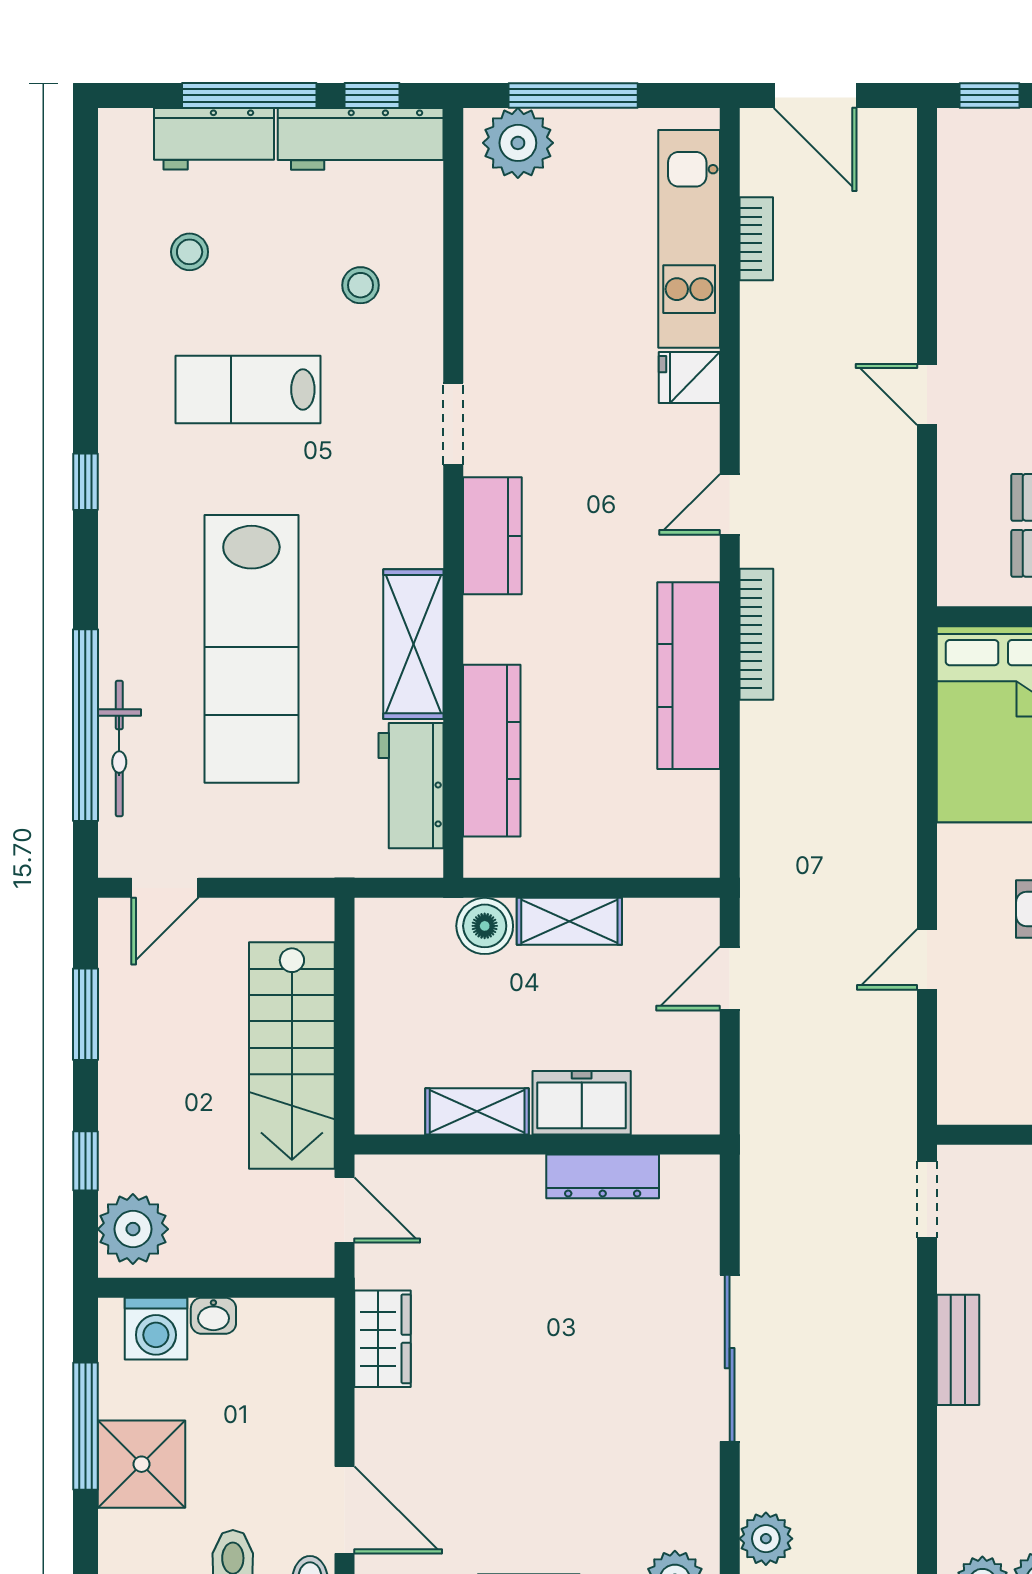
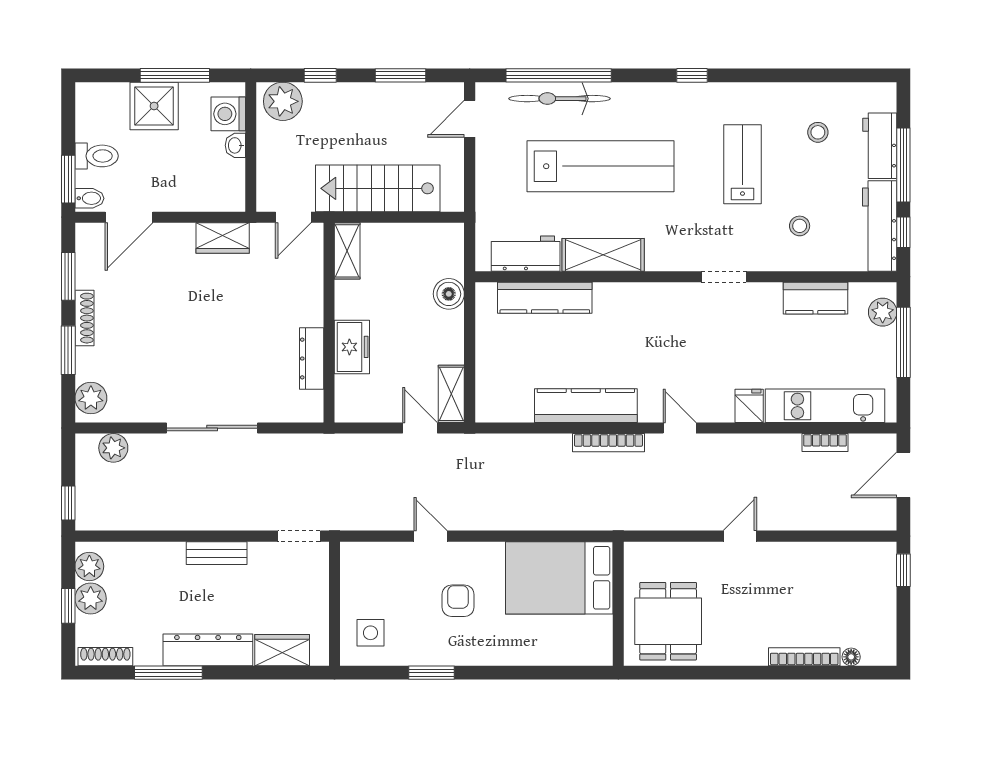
plant: (518, 143) -> (883, 312), width x0.73, depth x0.73
kitchen counter: (492, 536) -> (815, 298), moved
lab bench: (251, 649) -> (600, 166), turned 180
bicycle: (119, 748) -> (560, 99), width x1.37, depth x1.40
door: (165, 888) -> (470, 119), hinge flipped
shelving: (569, 921) -> (451, 394), moved
shelving: (477, 1111) -> (347, 251), moved

